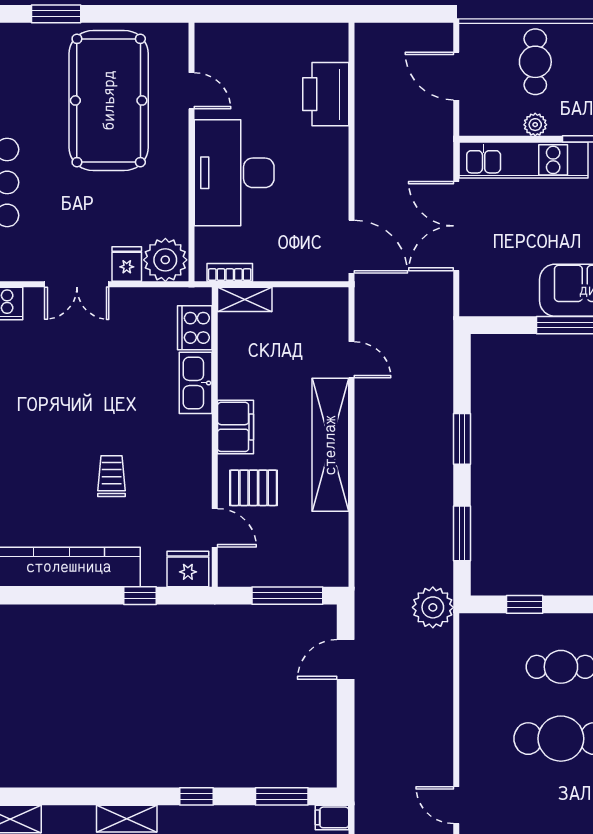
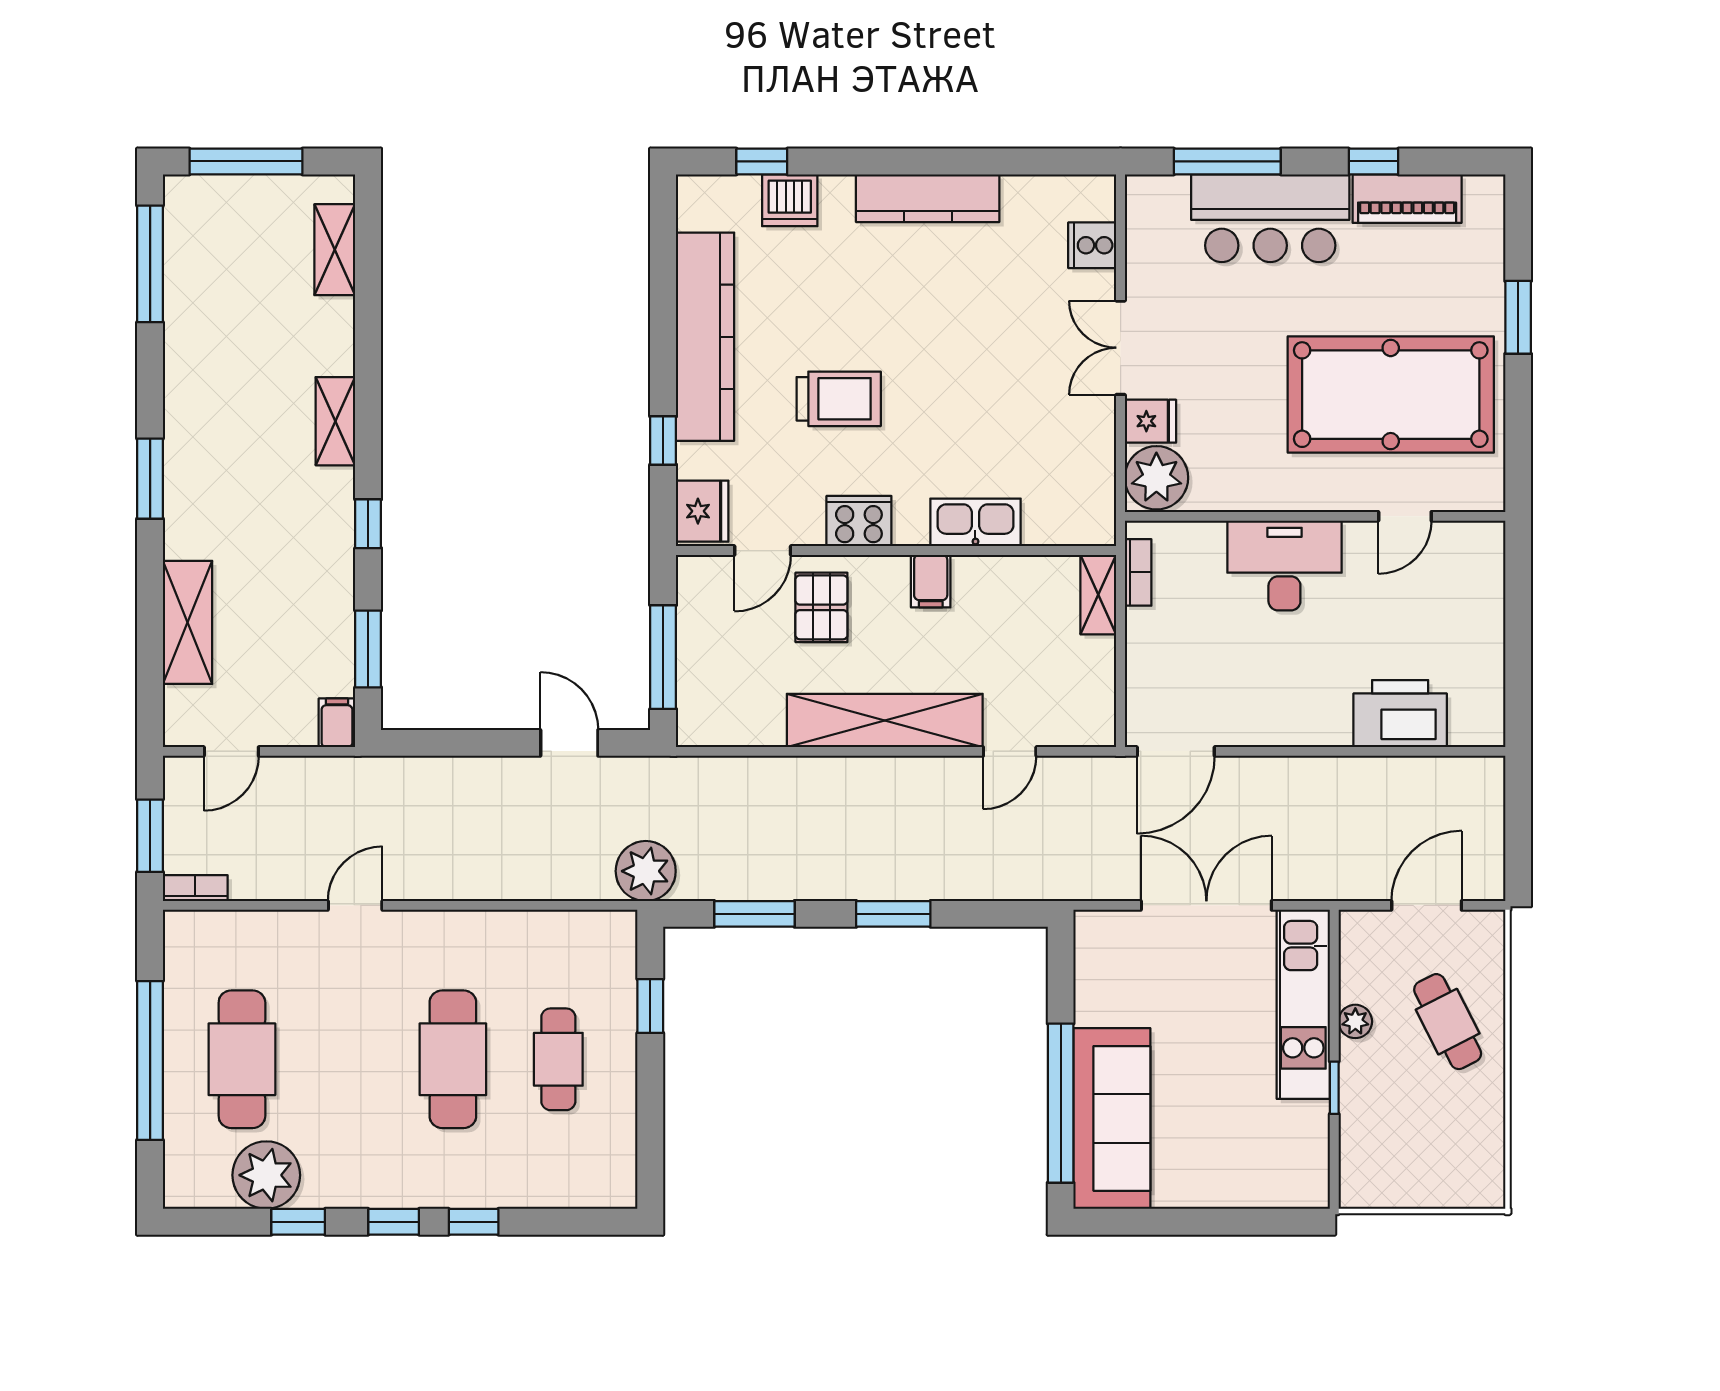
cafe table: (535, 62) -> (1448, 1022), turned 63
desk: (234, 173) -> (1284, 566), width x0.73, depth x0.77
cooker: (195, 328) -> (859, 521), moved
filing cabinet: (236, 427) -> (931, 581), width x0.50
trolley: (112, 476) -> (839, 399), width x1.36, depth x1.39

